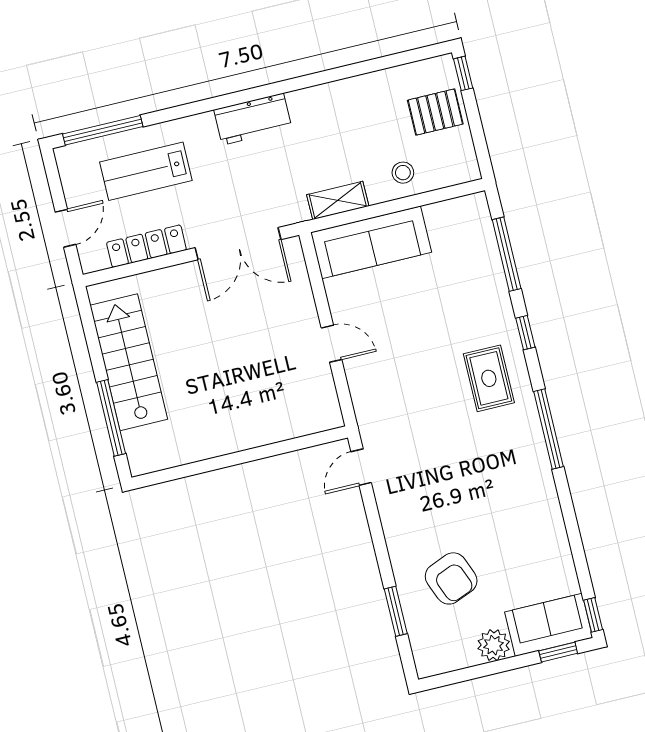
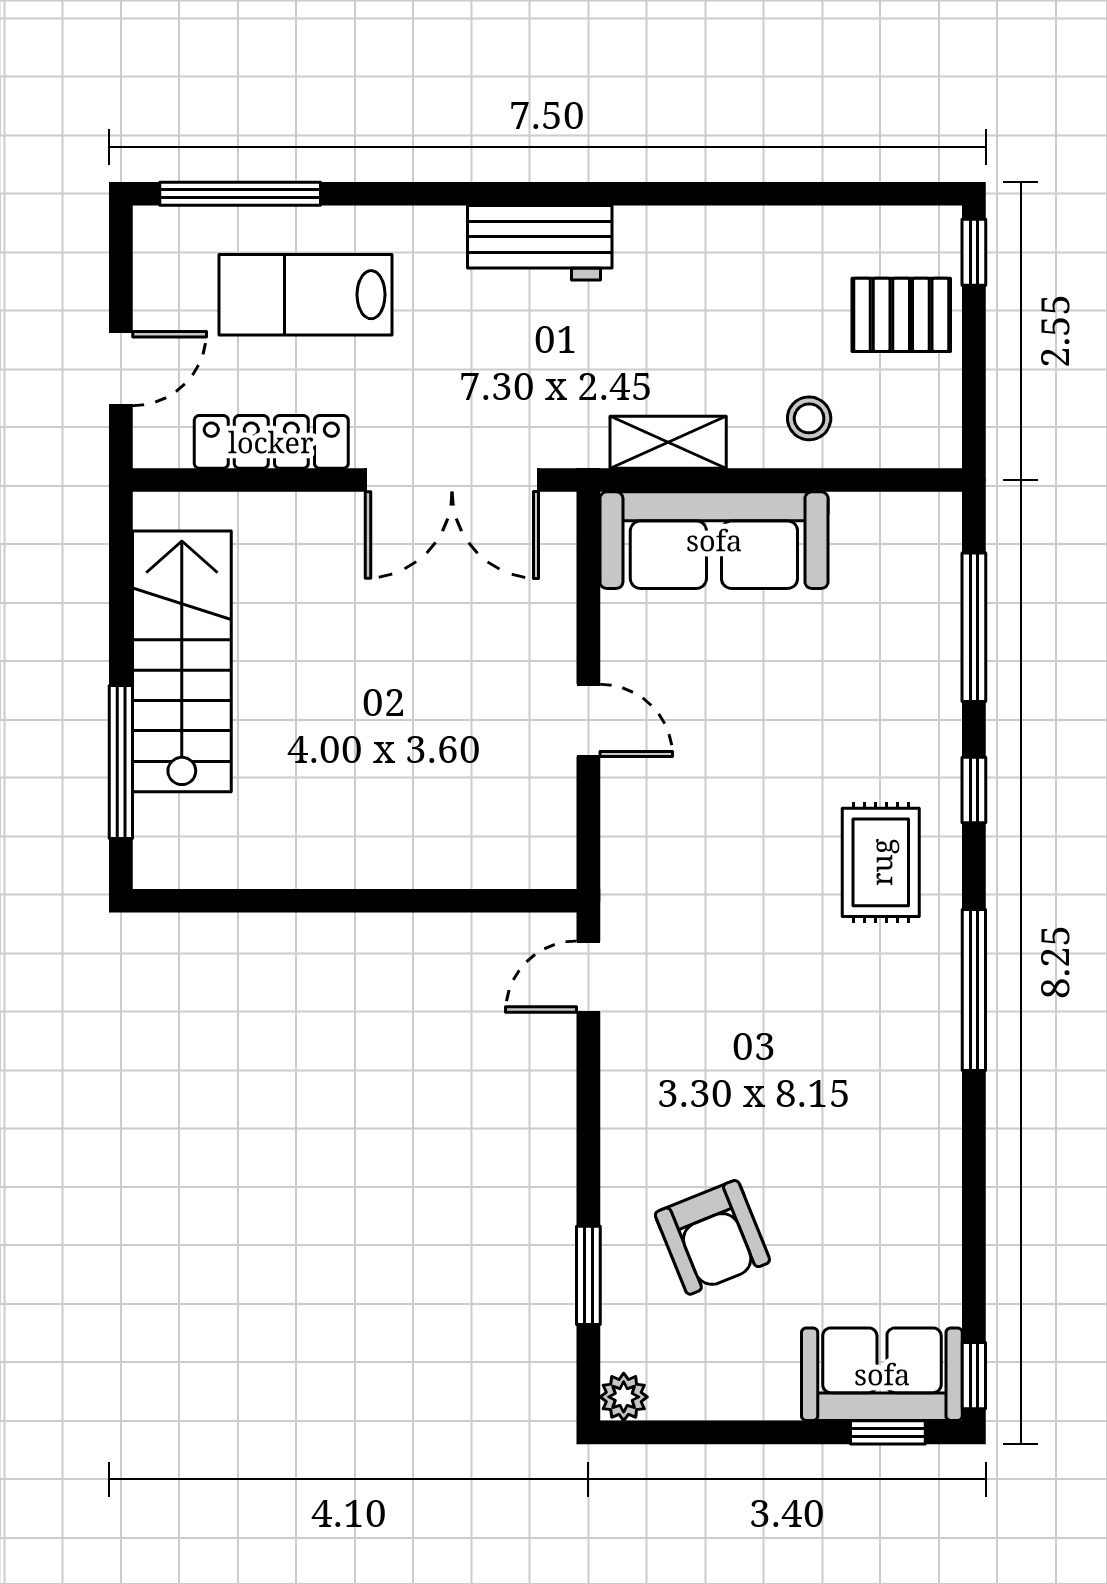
plant: (494, 645) -> (624, 1397), moved, width x0.73, depth x0.73

